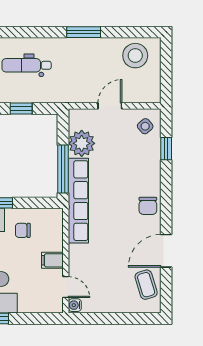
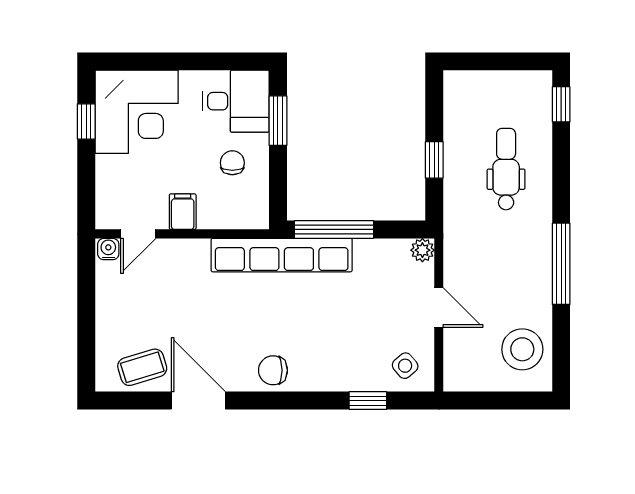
window: (84, 32) -> (561, 264), width x1.44
plant: (82, 143) -> (422, 250), moved, width x0.53, depth x0.53

